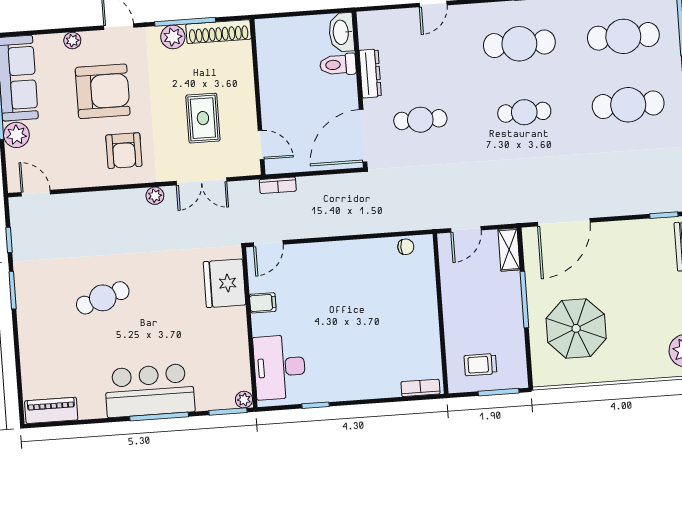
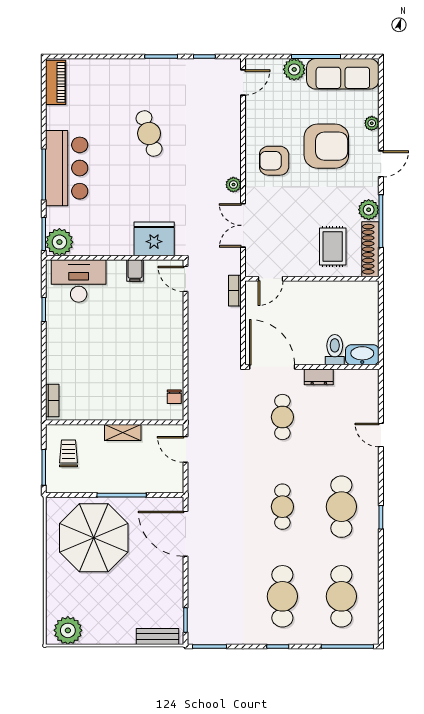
dresser: (370, 74) -> (319, 377), width x0.70
armchair: (103, 91) -> (326, 146), turned -90
rug: (203, 118) -> (333, 247), moved, turned 90
shelving: (509, 250) -> (123, 432), moved
parasol: (576, 328) -> (94, 538), width x1.36, depth x1.36
plant: (244, 400) -> (59, 242), width x1.87, depth x1.87

